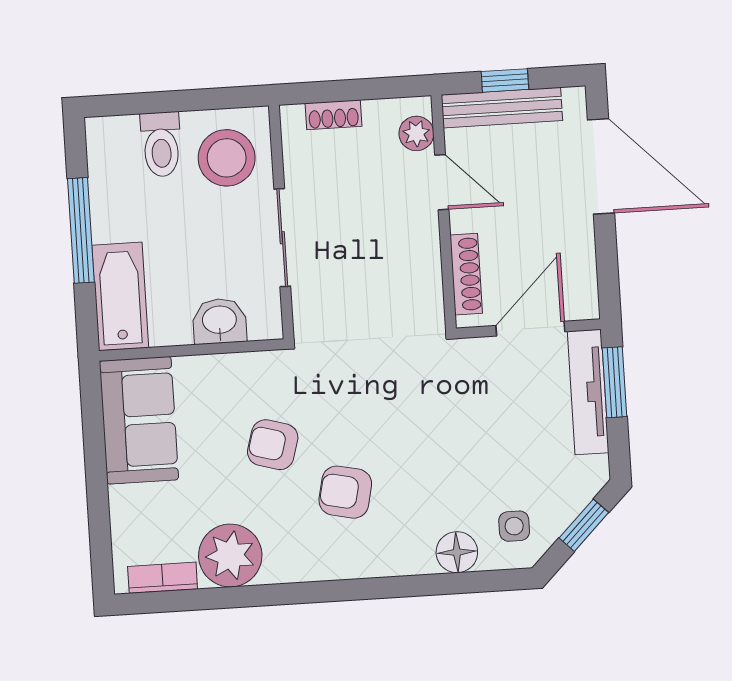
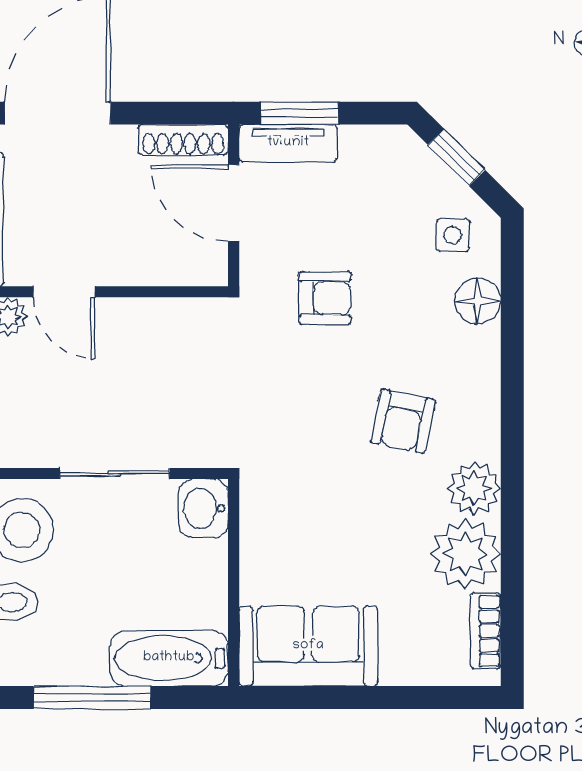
door: (442, 182) -> (64, 292), swing flipped
shoe rack: (466, 274) -> (183, 140), moved, turned 180
washbasin: (220, 321) -> (203, 508), moved
tv unit: (588, 392) -> (288, 143), width x0.71
armchair: (273, 445) -> (325, 298), moved, turned -106
plant: (289, 559) -> (474, 488), added

